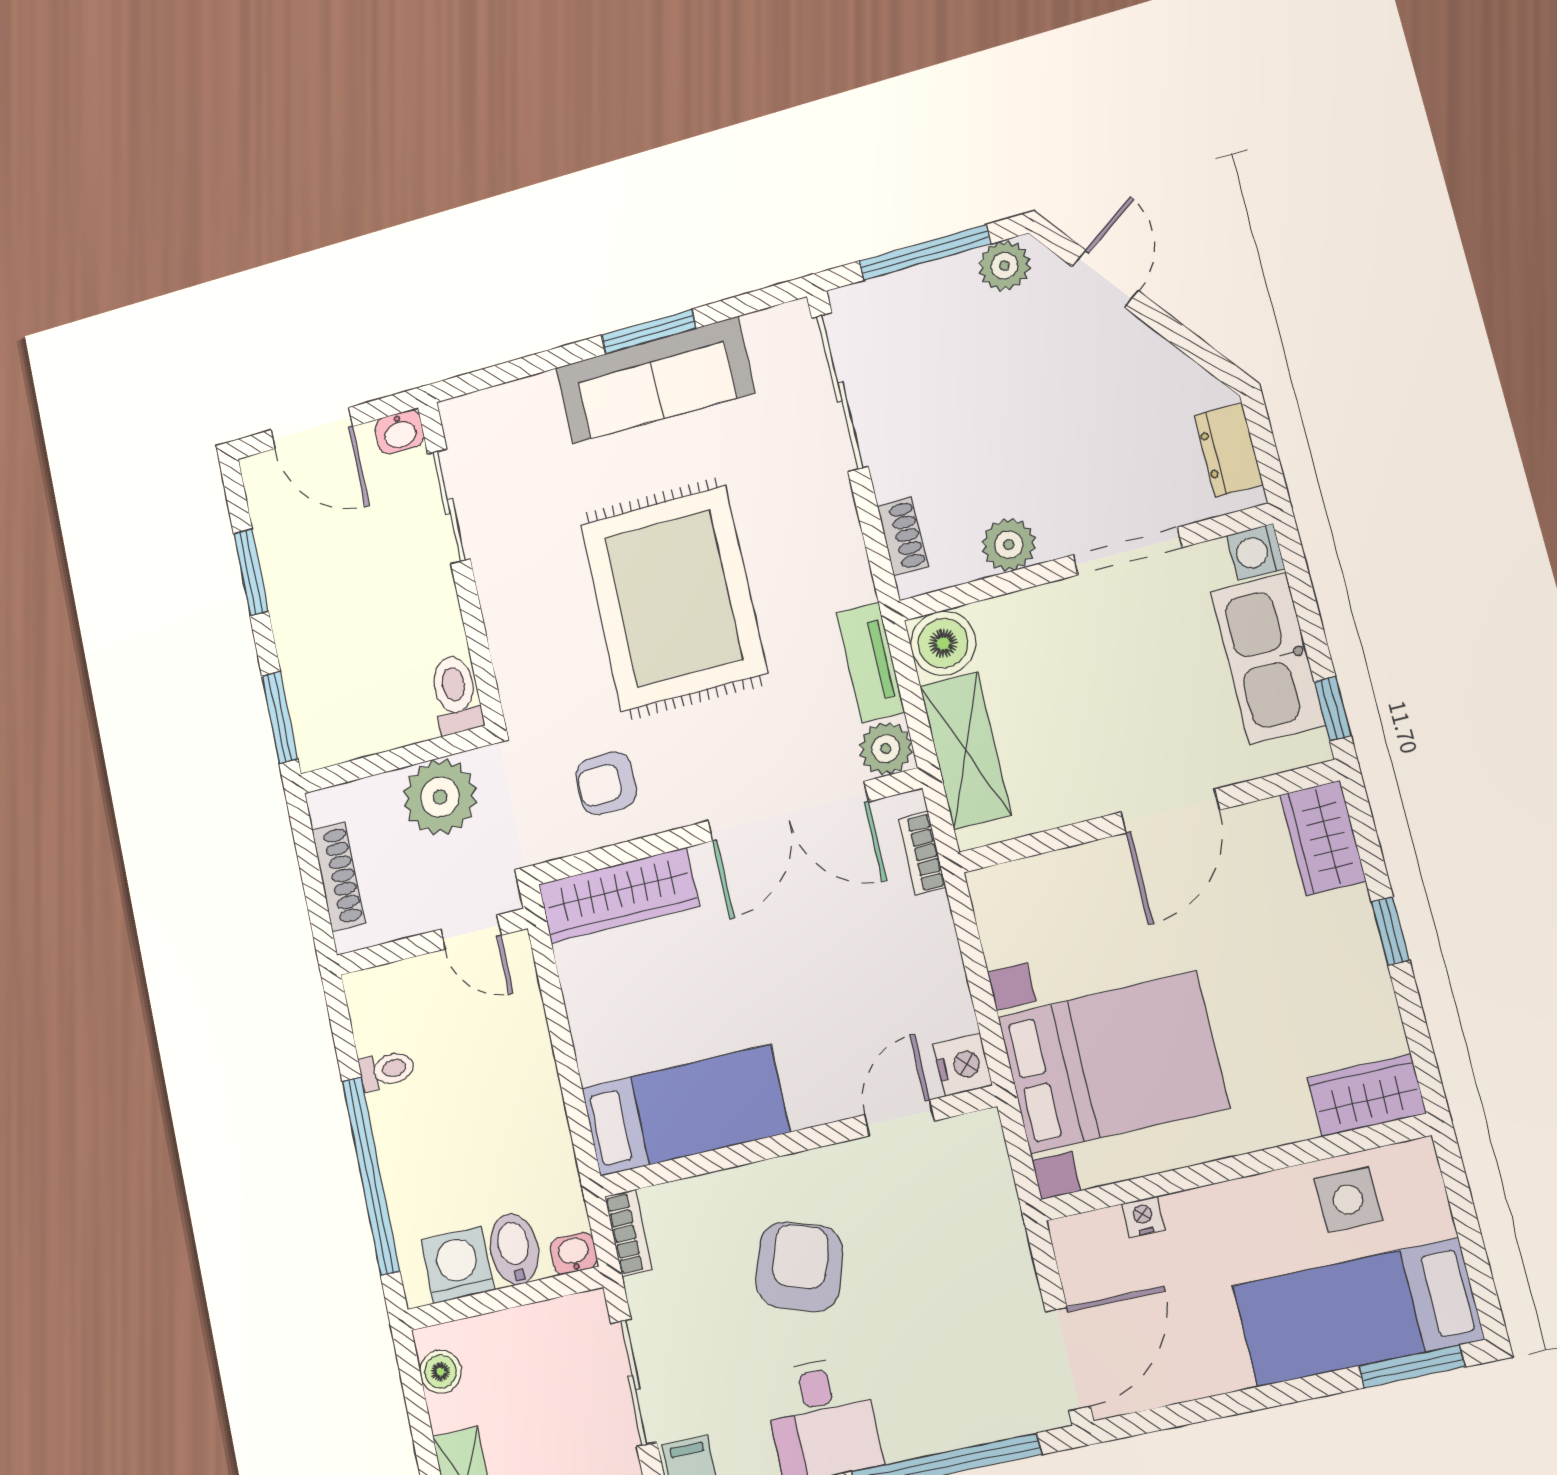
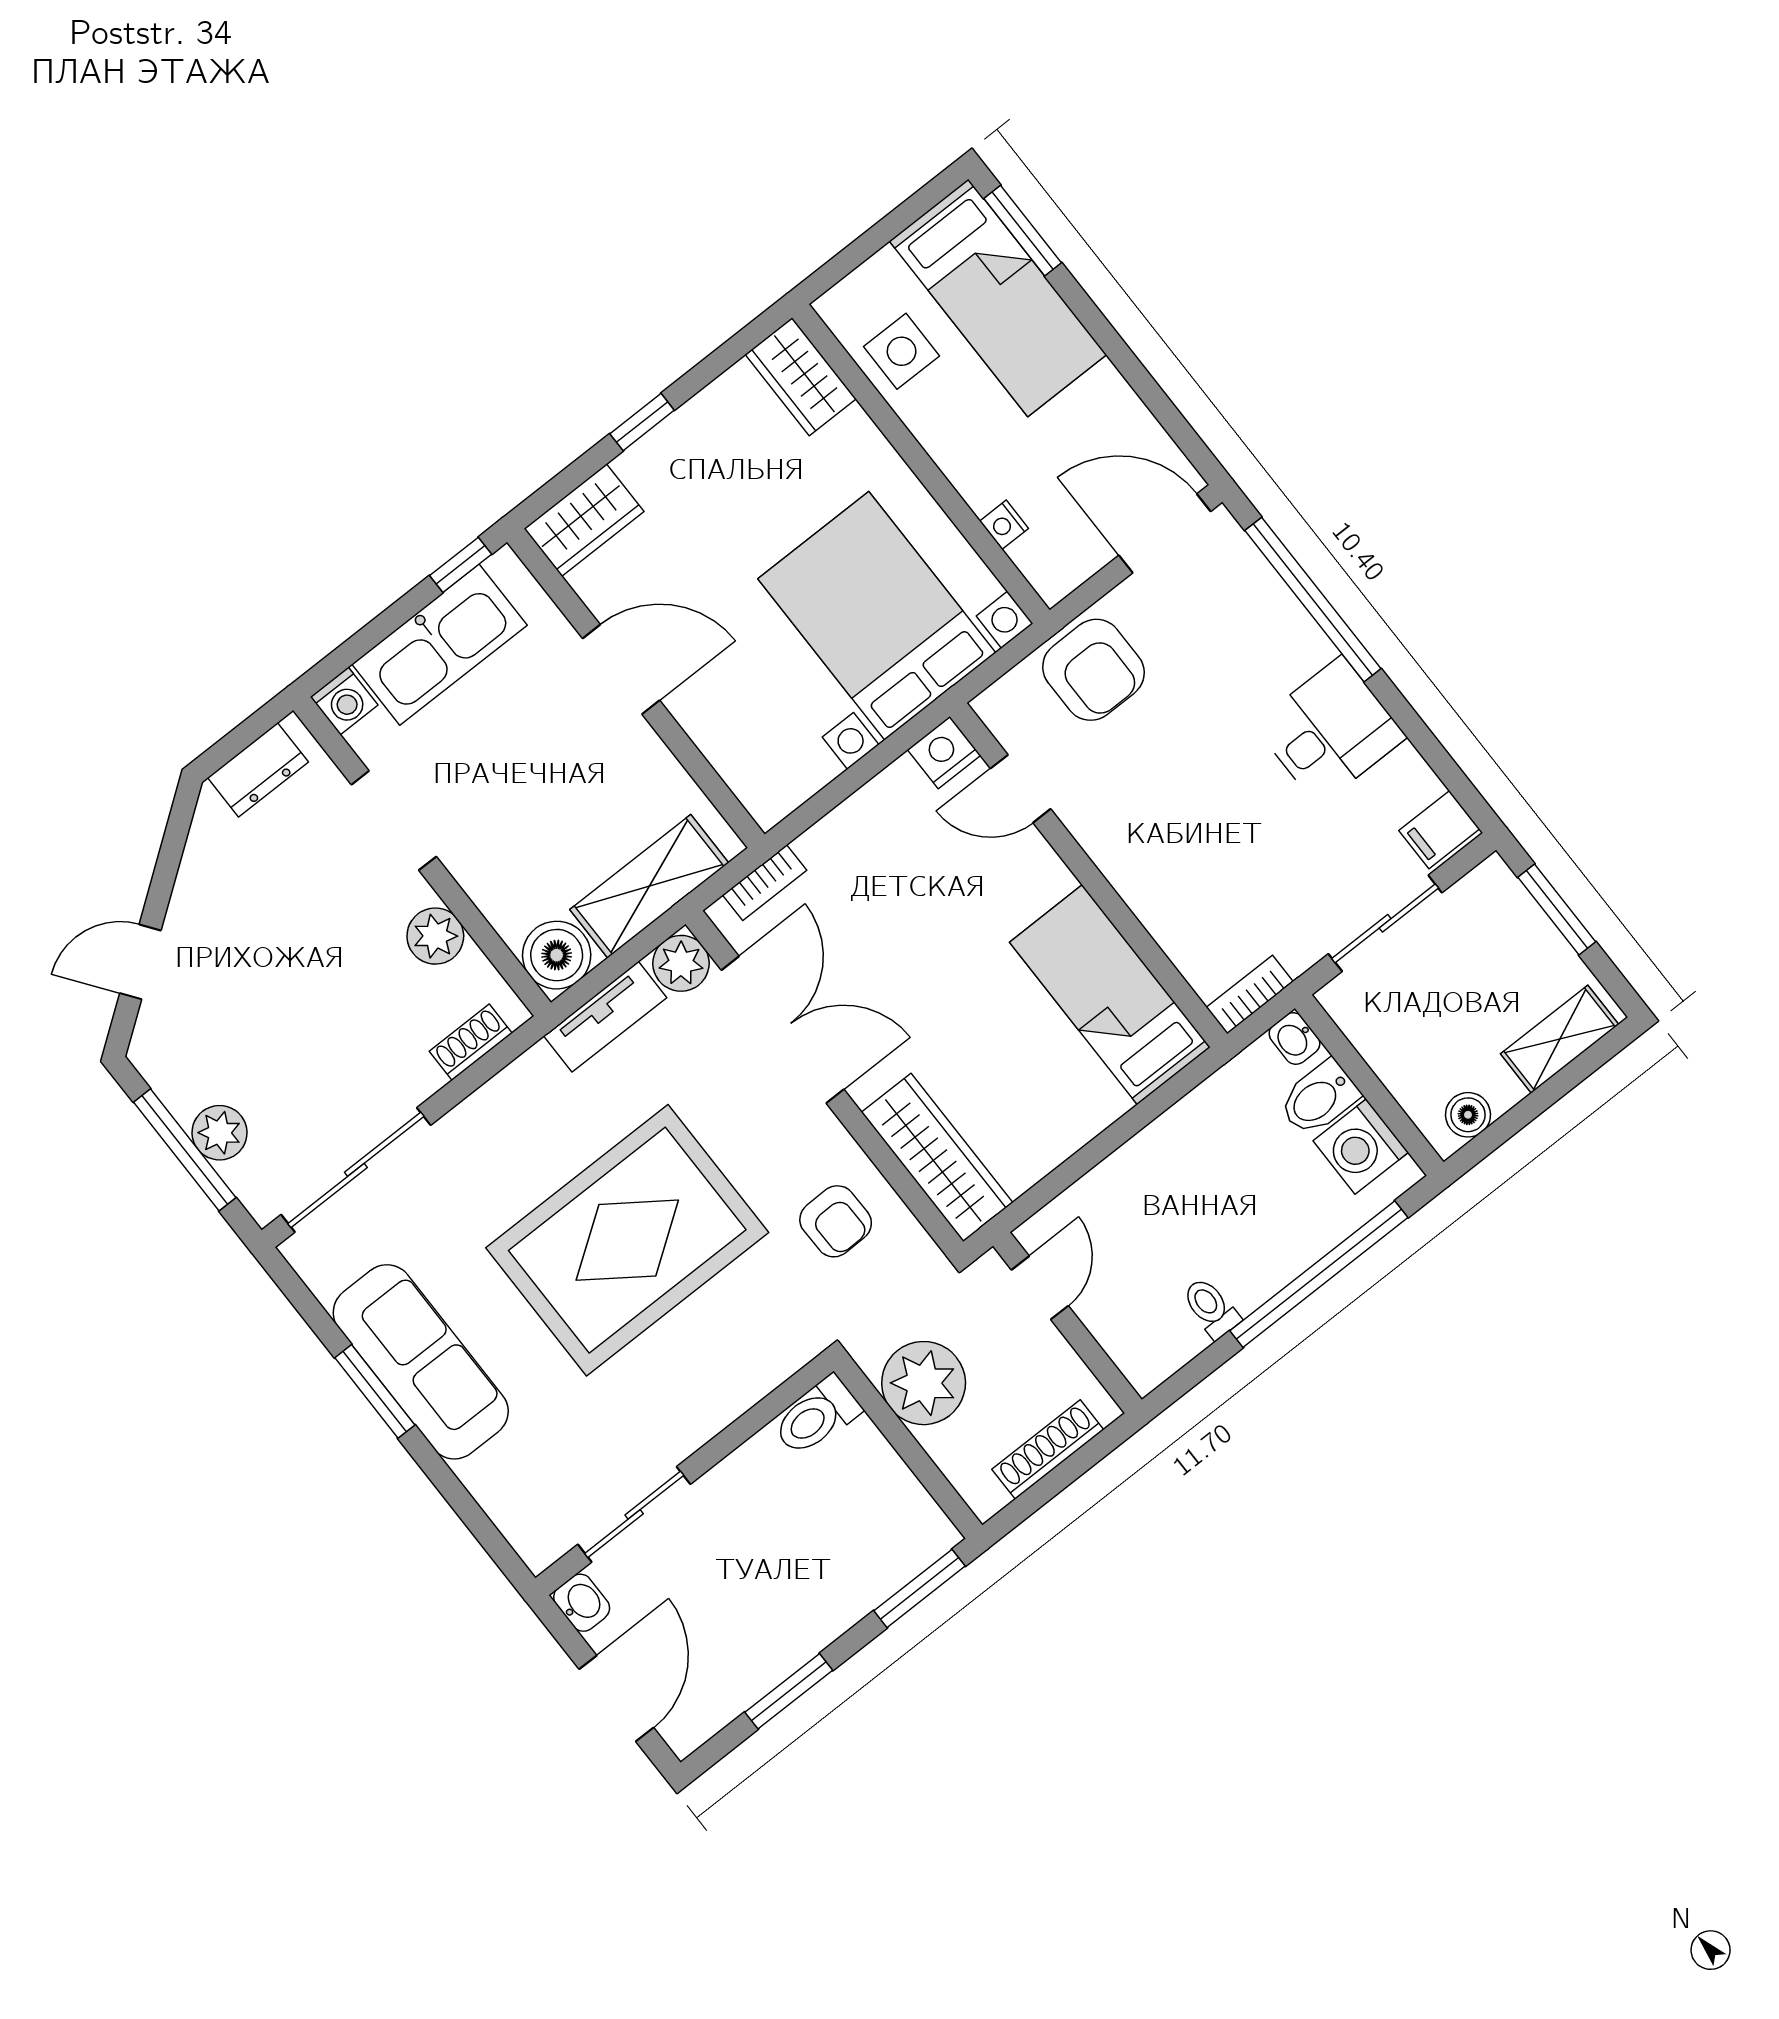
plant: (1004, 266) -> (220, 1133), moved
armchair: (799, 1267) -> (1093, 670), moved, turned -108

